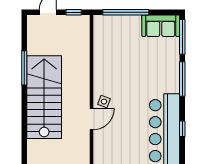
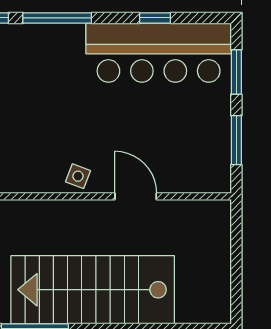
side table: (104, 102) -> (78, 176), moved

